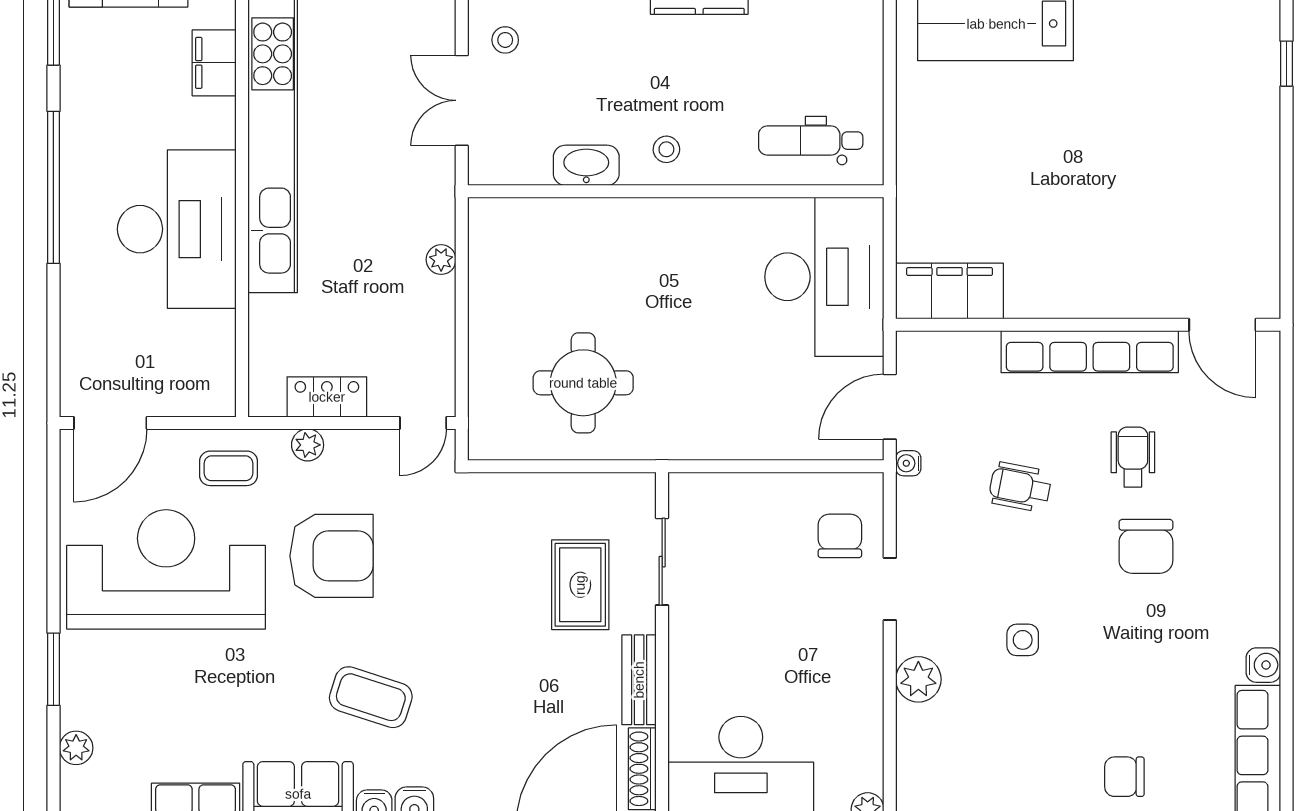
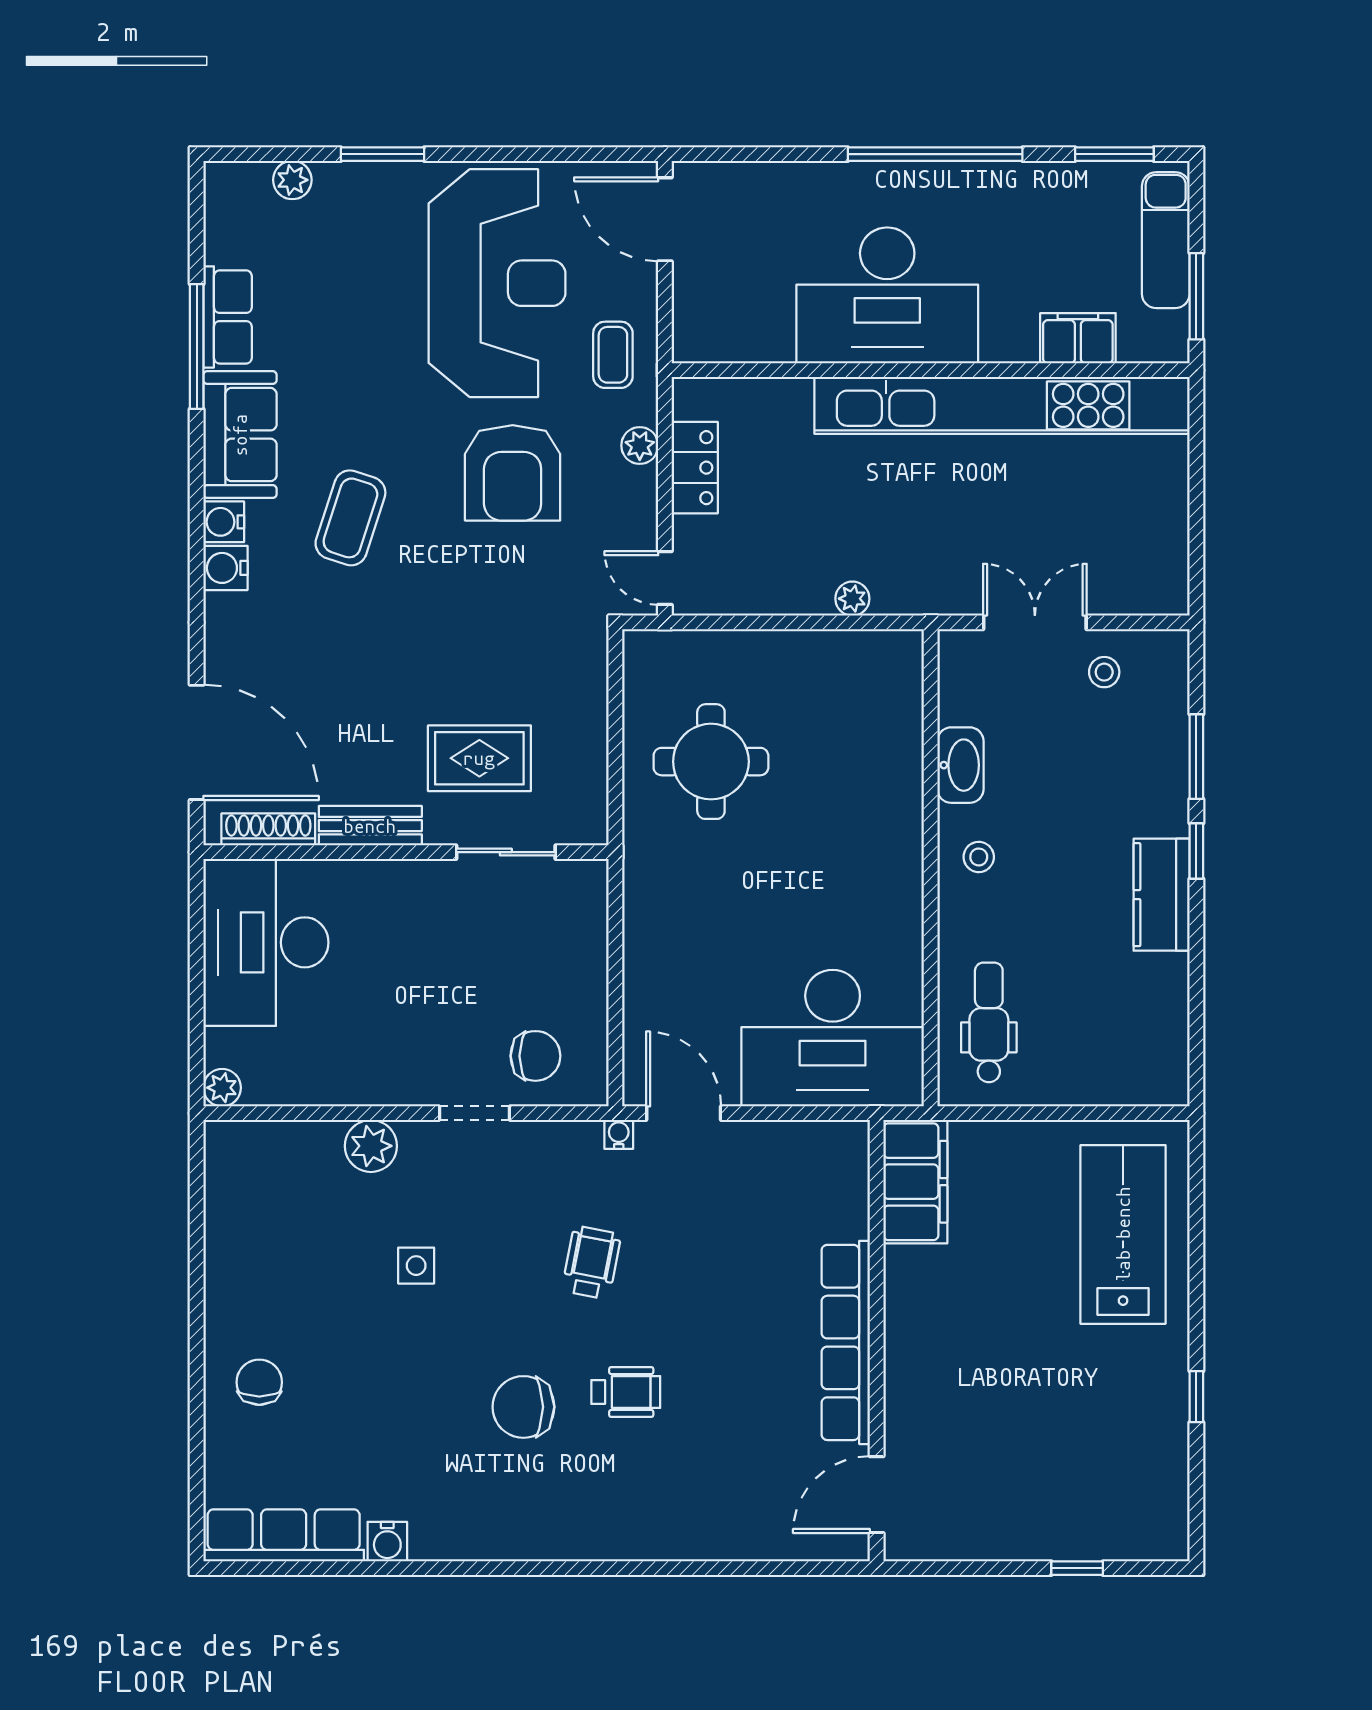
filing cabinet: (950, 291) -> (915, 1182), moved
wall: (1088, 325) -> (877, 1341), moved
door: (1222, 325) -> (877, 1495), moved
row of seats: (1090, 352) -> (846, 1342), moved

